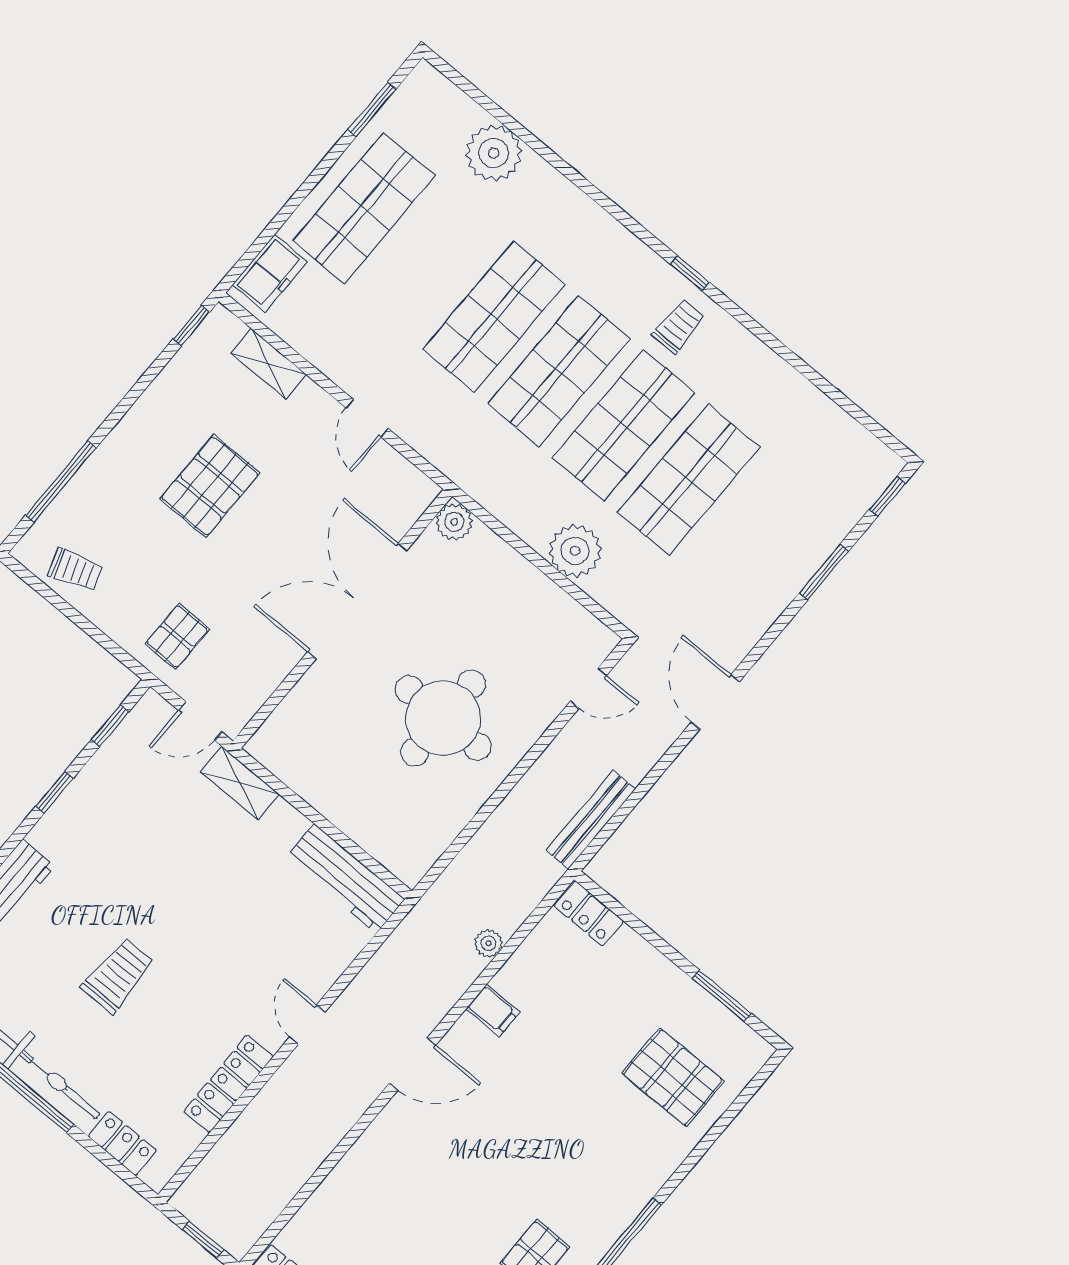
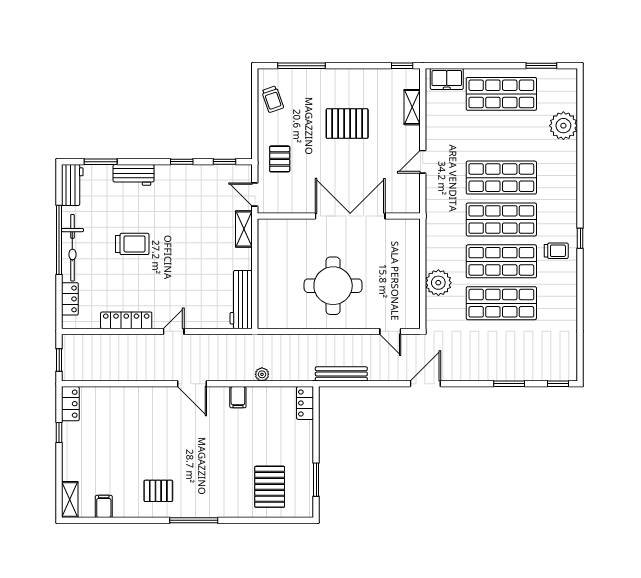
plant: (454, 522) -> (411, 228), removed
pallet: (177, 636) -> (280, 159), turned 90

